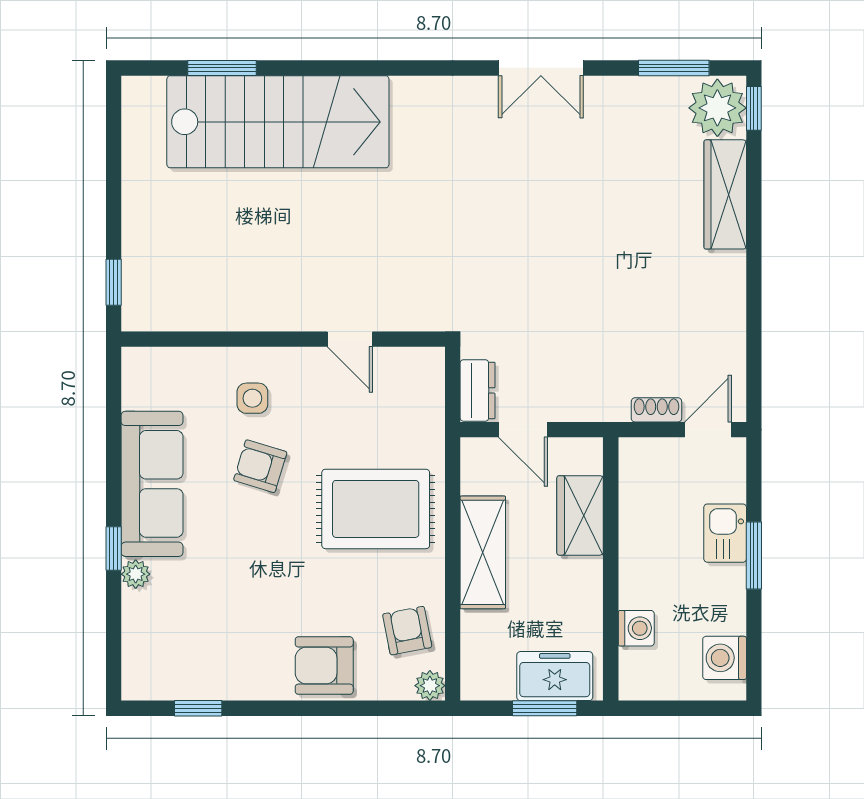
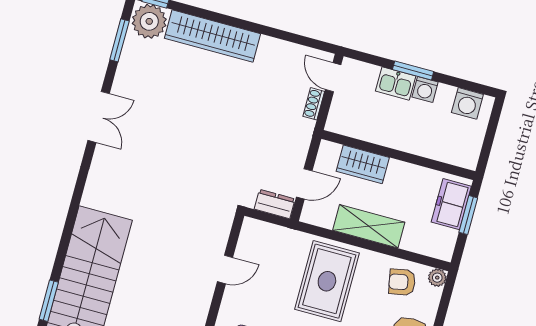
wardrobe: (725, 194) -> (212, 36), width x1.40, depth x1.17
washing machine: (636, 628) -> (425, 90), moved, turned 180

